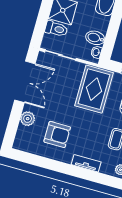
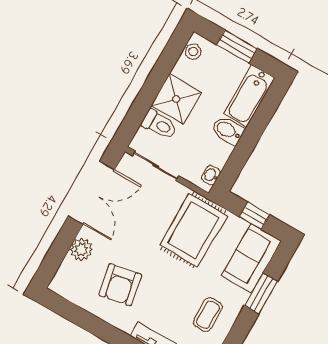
bidet: (95, 38) -> (228, 130), moved
armchair: (57, 134) -> (120, 285), turned 79

